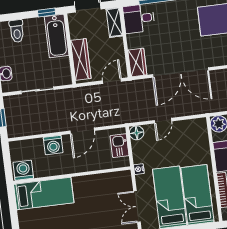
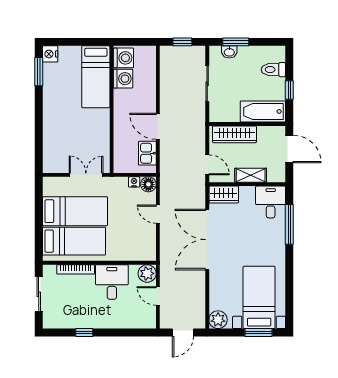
window: (47, 12) -> (289, 90), moved
shelving: (114, 22) -> (251, 175), moved
washing machine: (53, 145) -> (123, 79), moved, turned 180
kitchen sink: (120, 146) -> (147, 153), moved, turned -90
nightstand: (139, 169) -> (134, 182), moved
double door: (137, 207) -> (86, 175), moved

